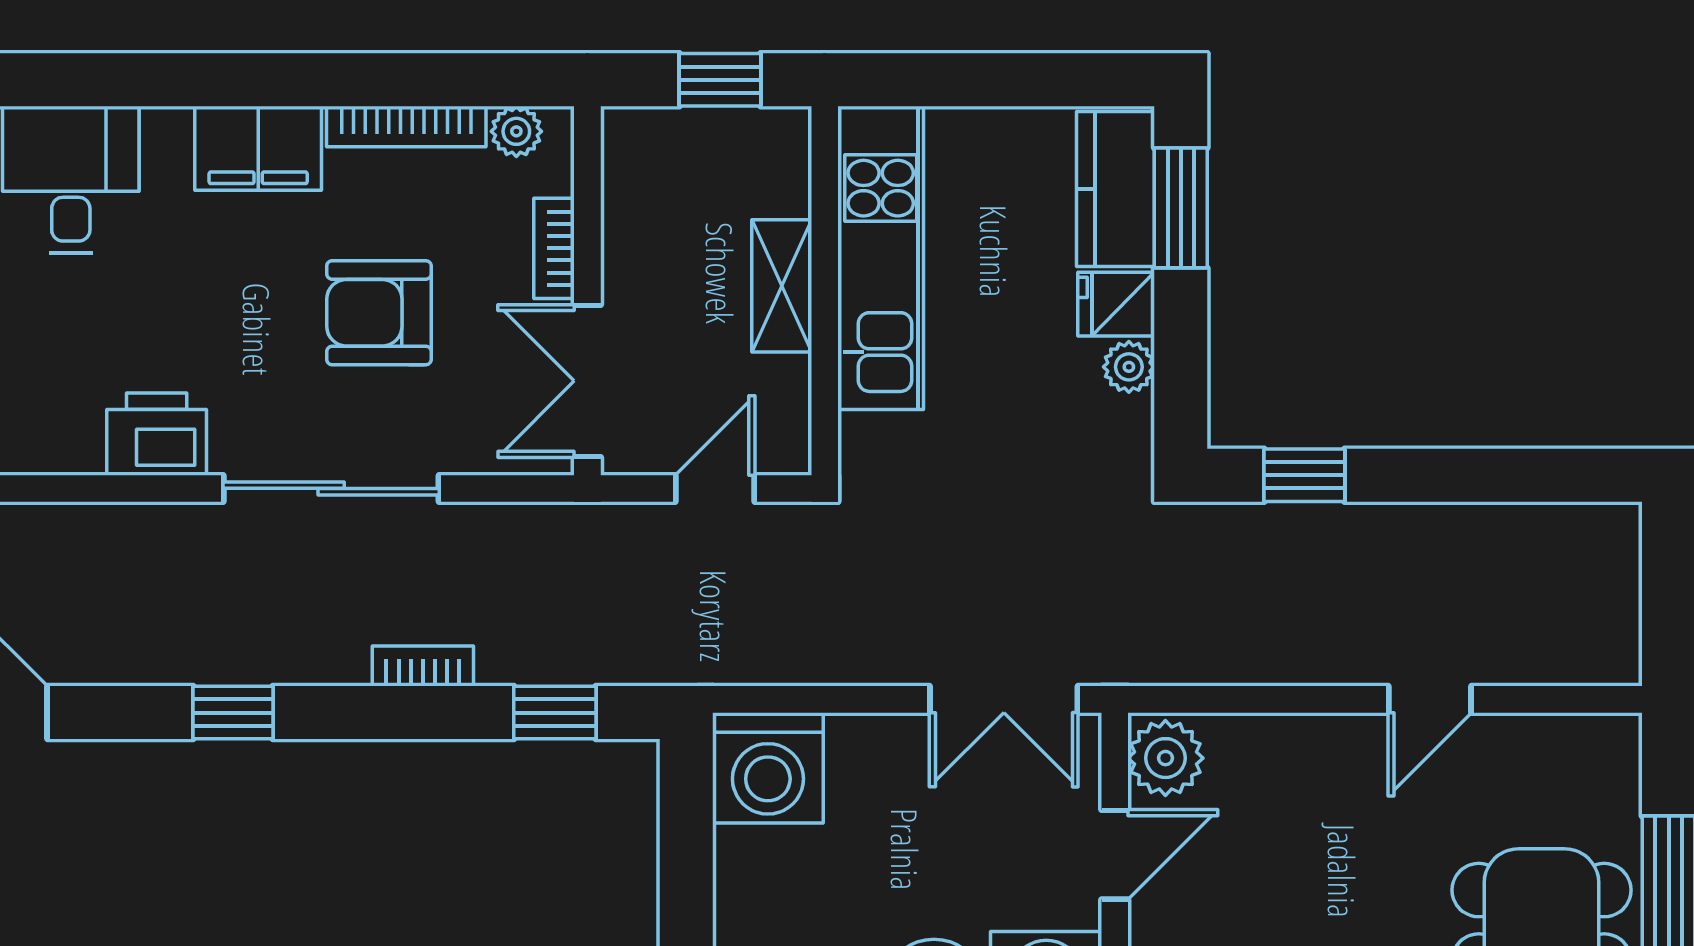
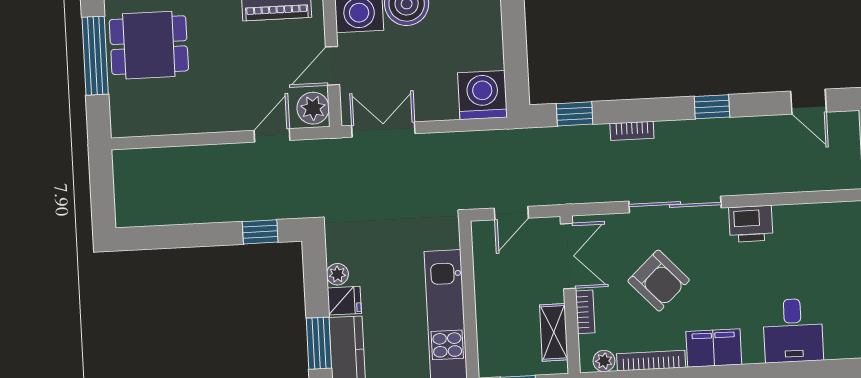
shelving: (782, 286) -> (554, 332), moved
armchair: (379, 313) -> (659, 281), turned 47
door: (1430, 699) -> (272, 135), moved

